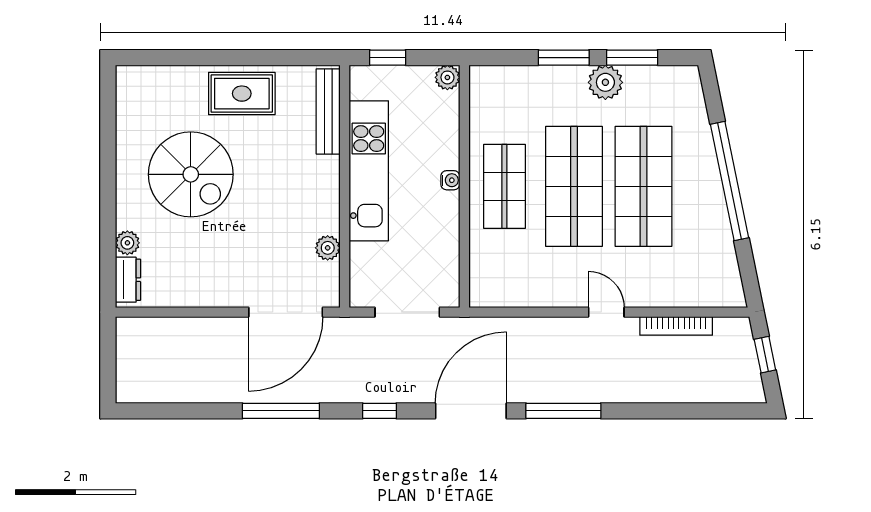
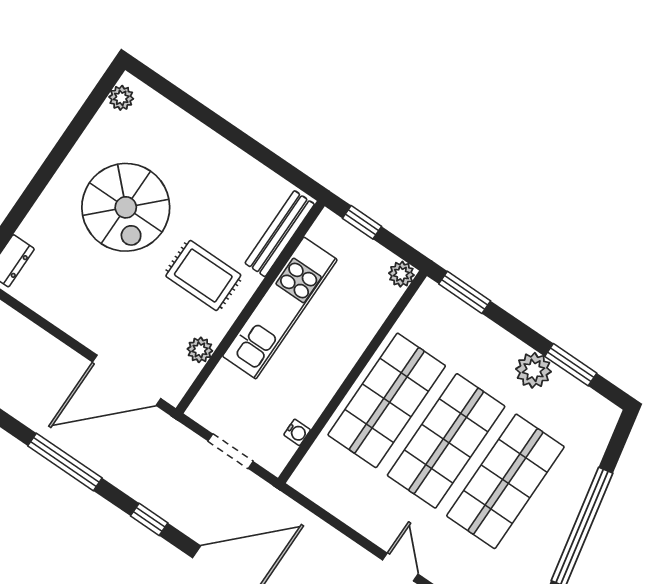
window: (564, 58) -> (465, 292), moved
rug: (242, 94) -> (203, 276), moved
water cooler: (450, 180) -> (297, 432), moved
shop shelf: (504, 186) -> (387, 400), width x1.43, depth x1.36
plant: (127, 243) -> (121, 98), moved
doorway: (407, 312) -> (230, 451), width x0.73

